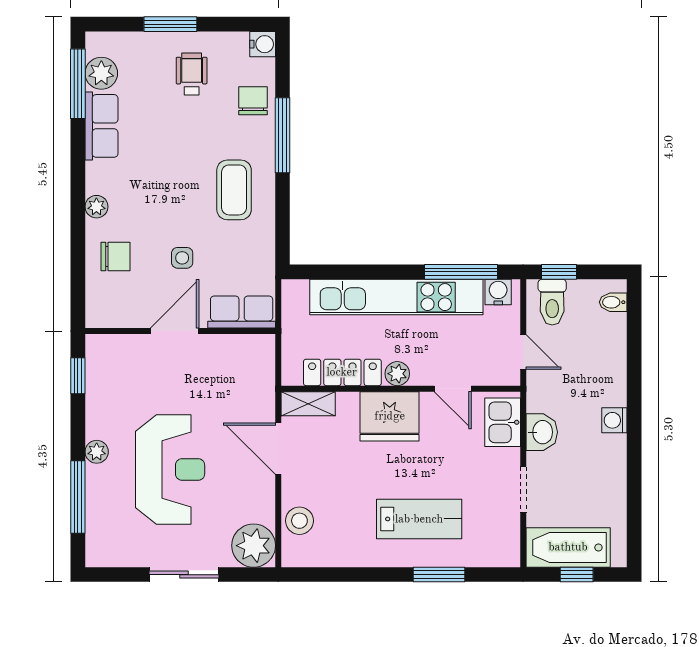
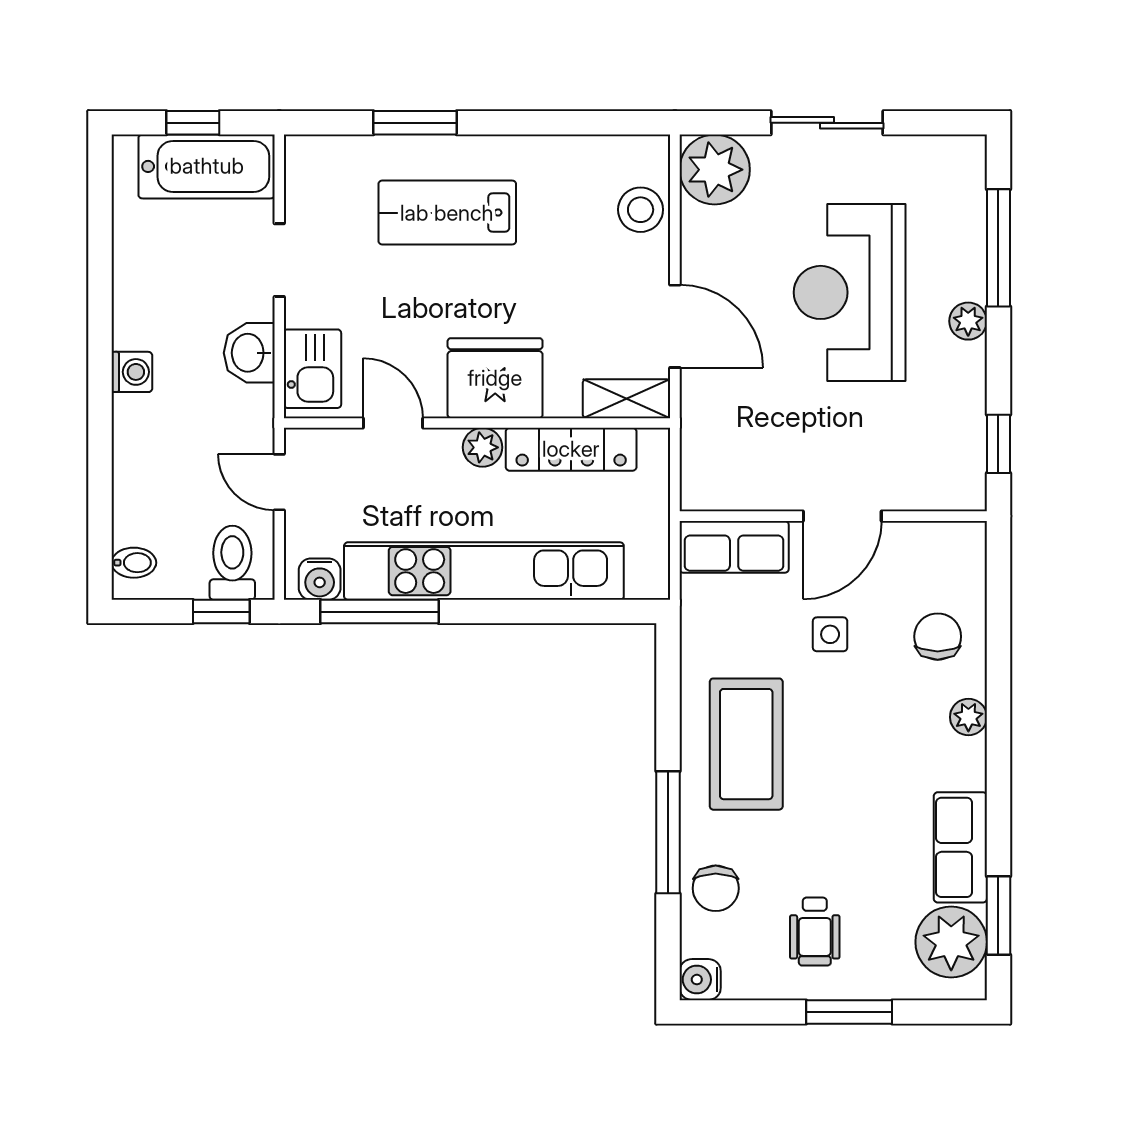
plant: (101, 73) -> (951, 942), width x1.36, depth x1.36
window: (78, 84) -> (998, 915), width x0.69
coffee table: (234, 190) -> (746, 744), width x1.36, depth x1.32
chair: (116, 256) -> (938, 637), turned 90

